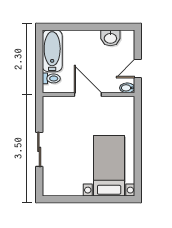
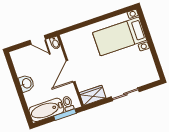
washbasin: (110, 38) -> (26, 83), moved
window: (39, 71) -> (65, 115), added
wardrobe: (51, 111) -> (93, 95), added

